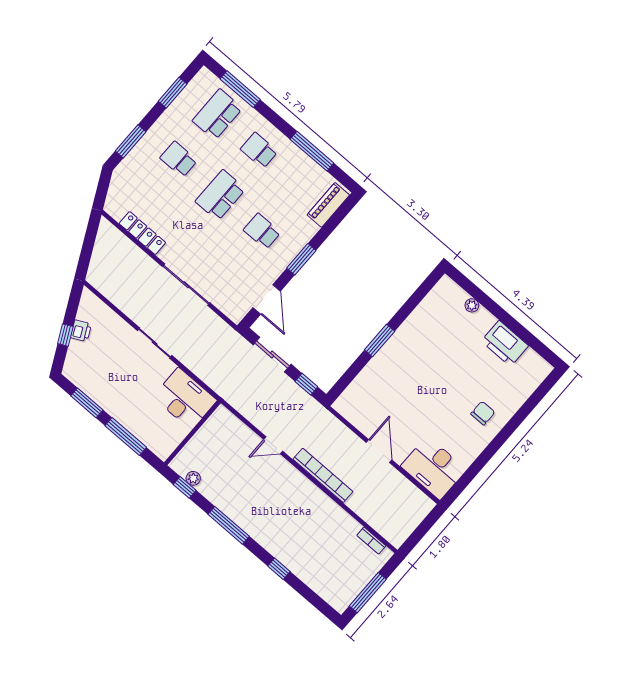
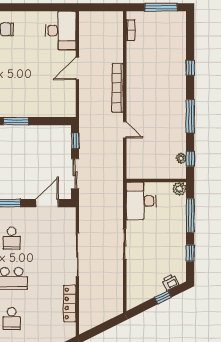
printer: (81, 331) -> (170, 282), moved
window: (87, 403) -> (190, 253), width x0.67
plant: (163, 449) -> (179, 189), added

